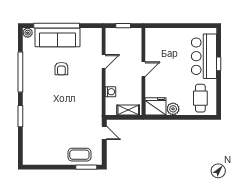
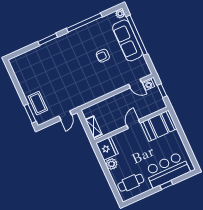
booth: (156, 45) -> (159, 126), added
door: (104, 62) -> (135, 83), moved
door: (143, 69) -> (133, 124), swing flipped
washing machine: (110, 92) -> (148, 84), moved

